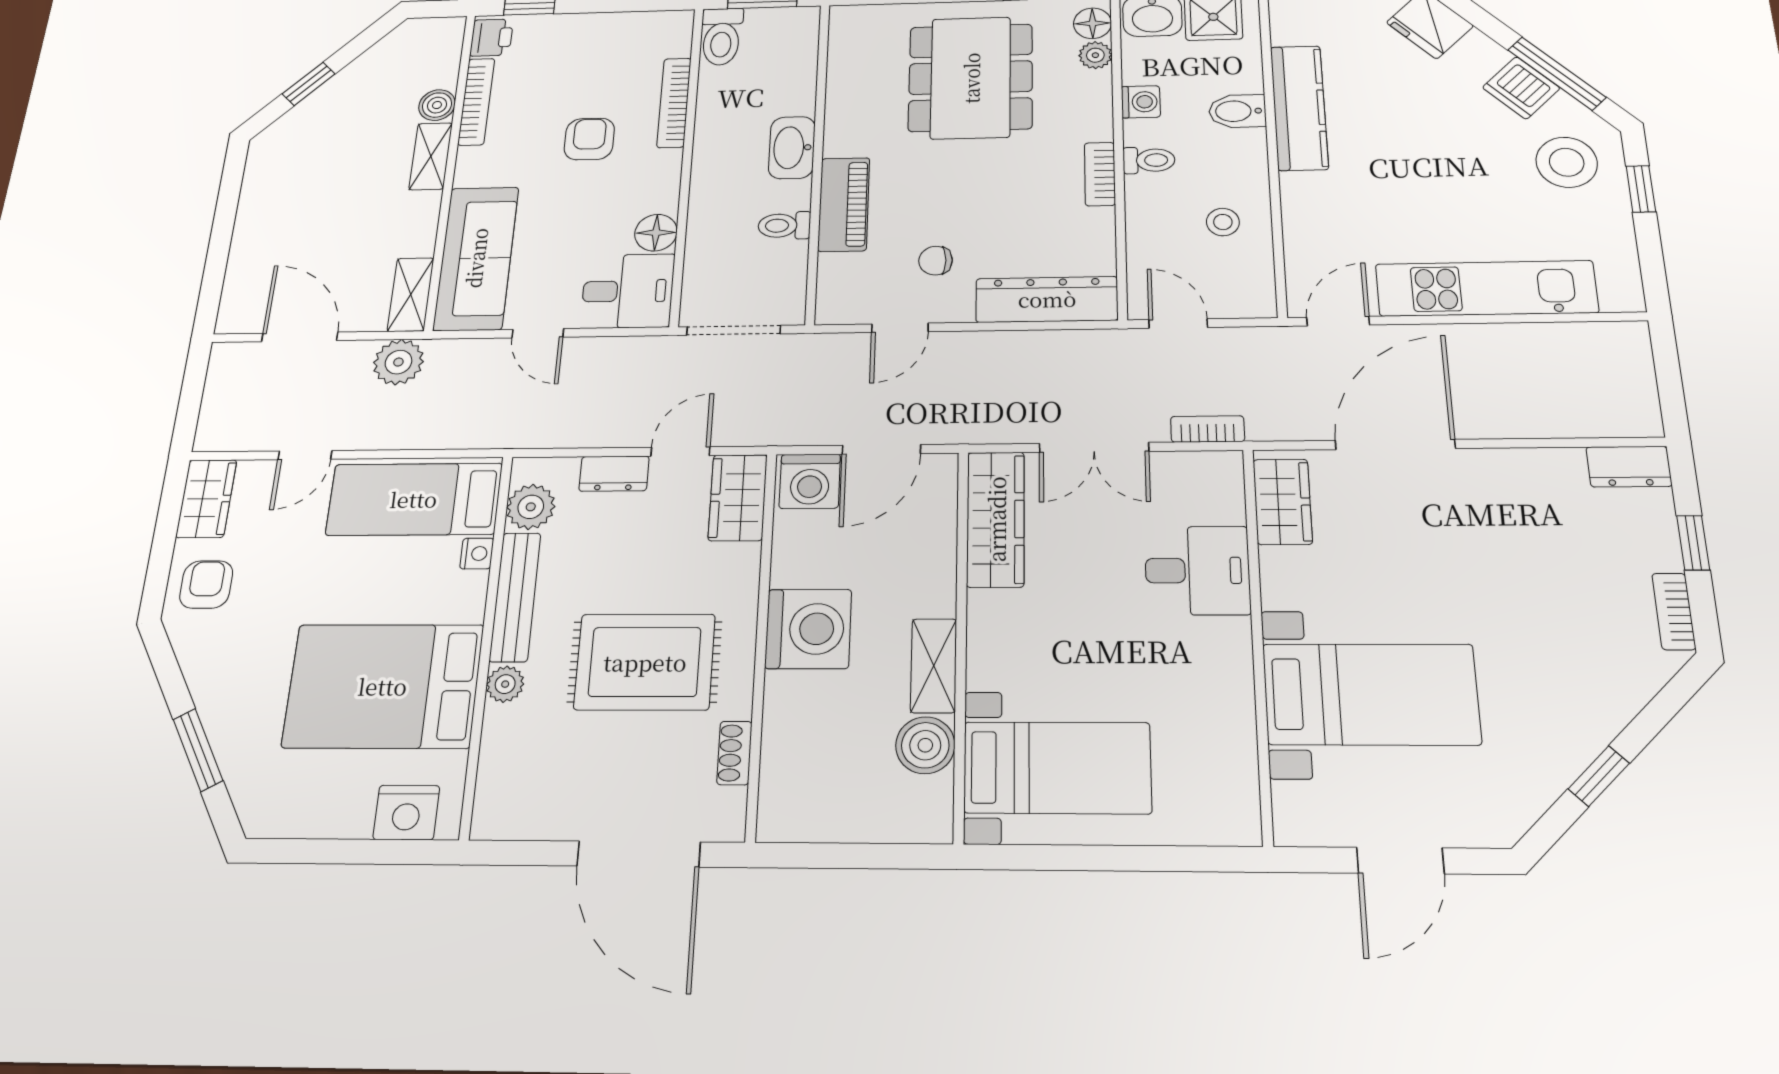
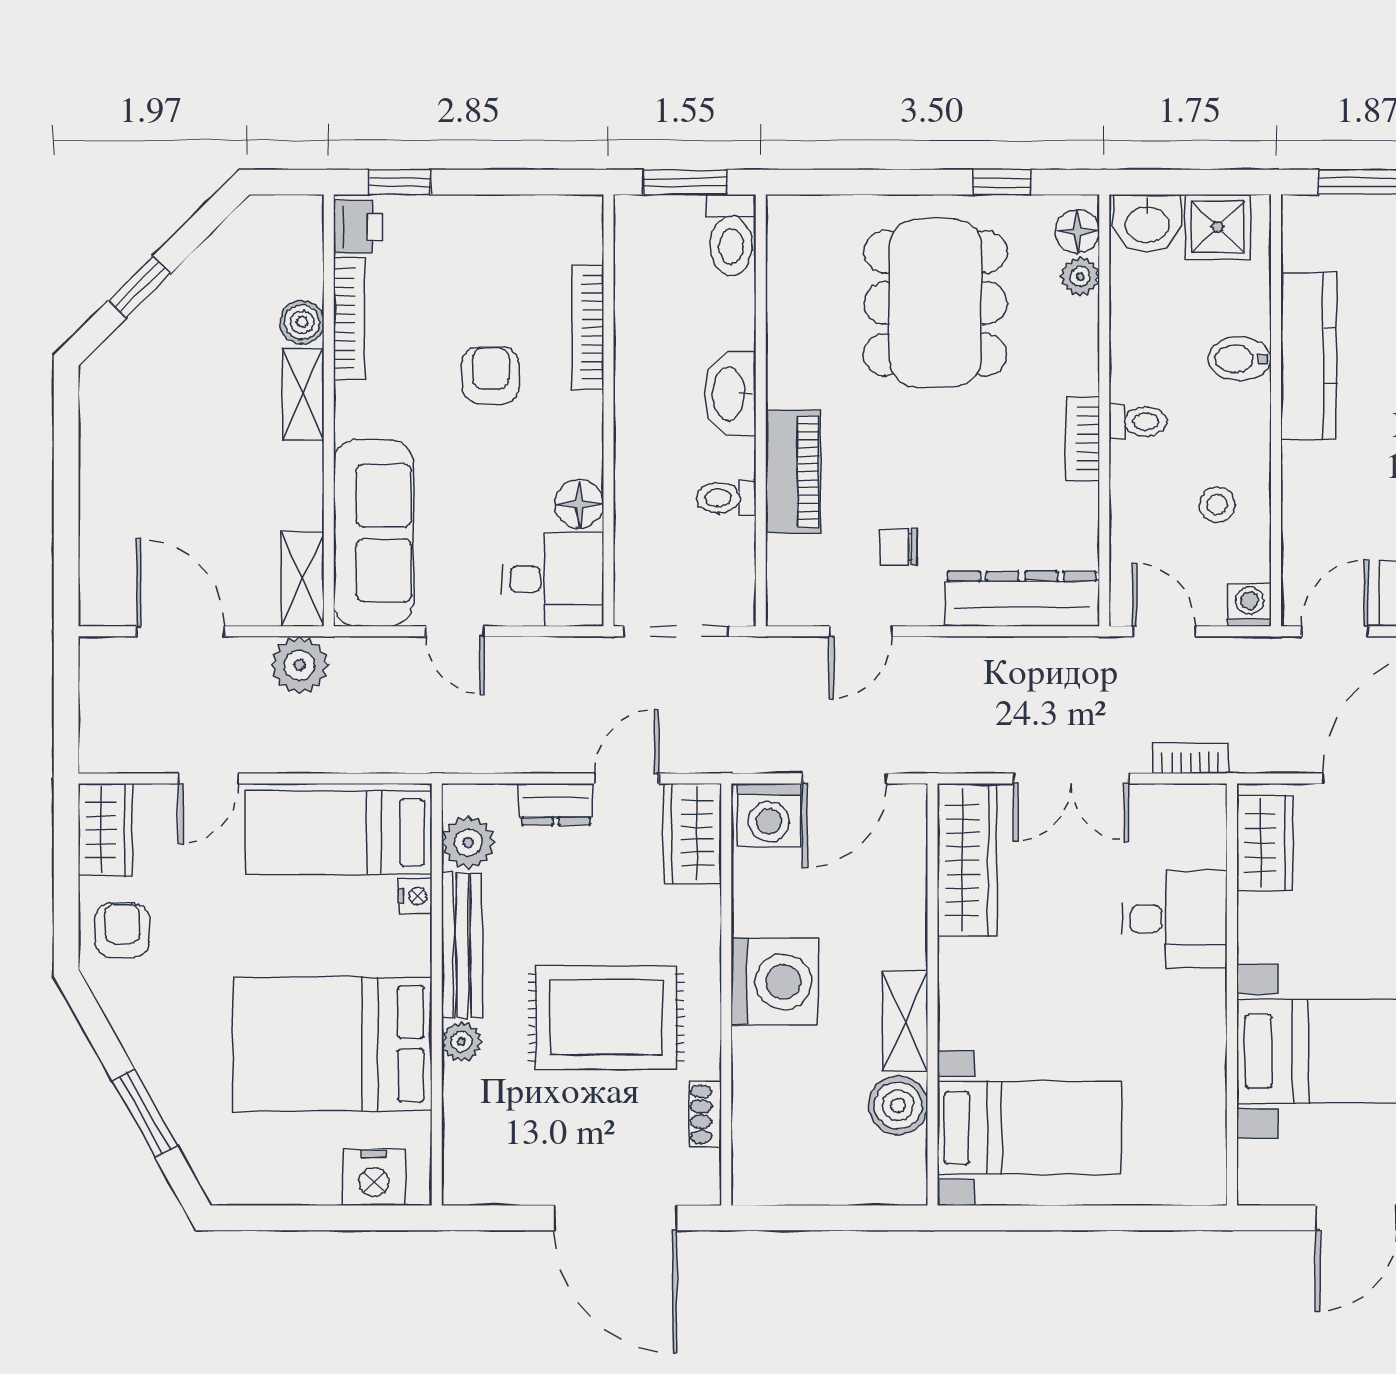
toilet: (721, 37) -> (731, 235), moved
washing machine: (1141, 102) -> (1250, 605), moved, turned -90

